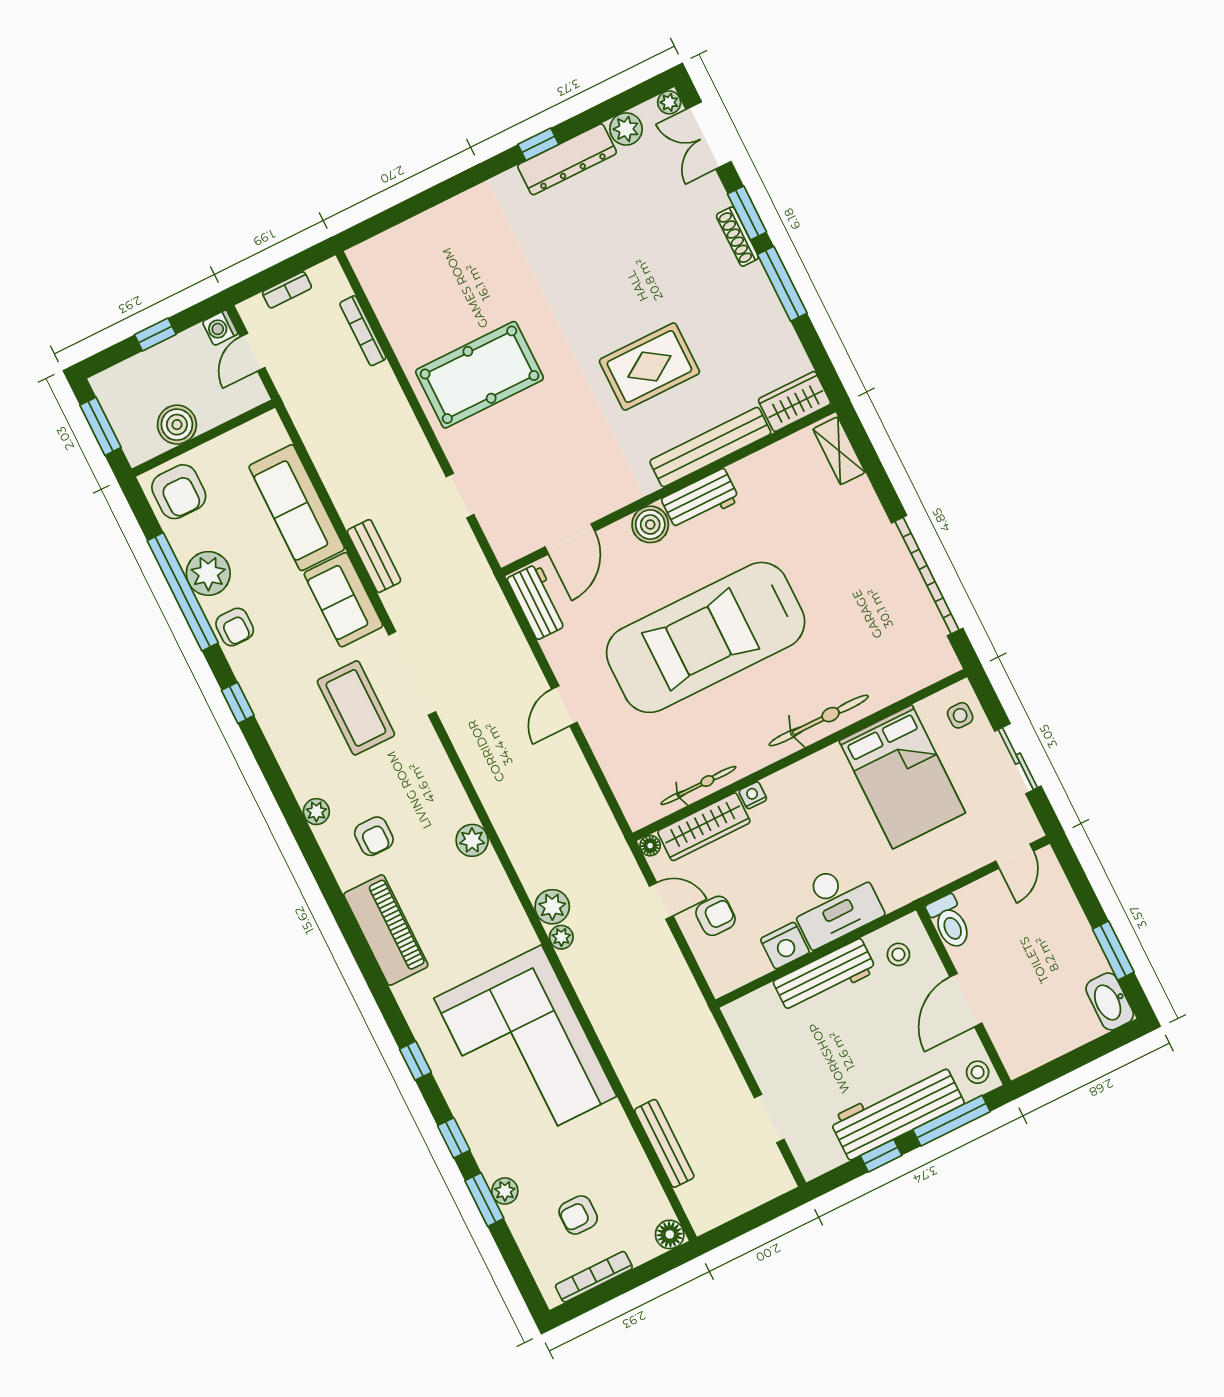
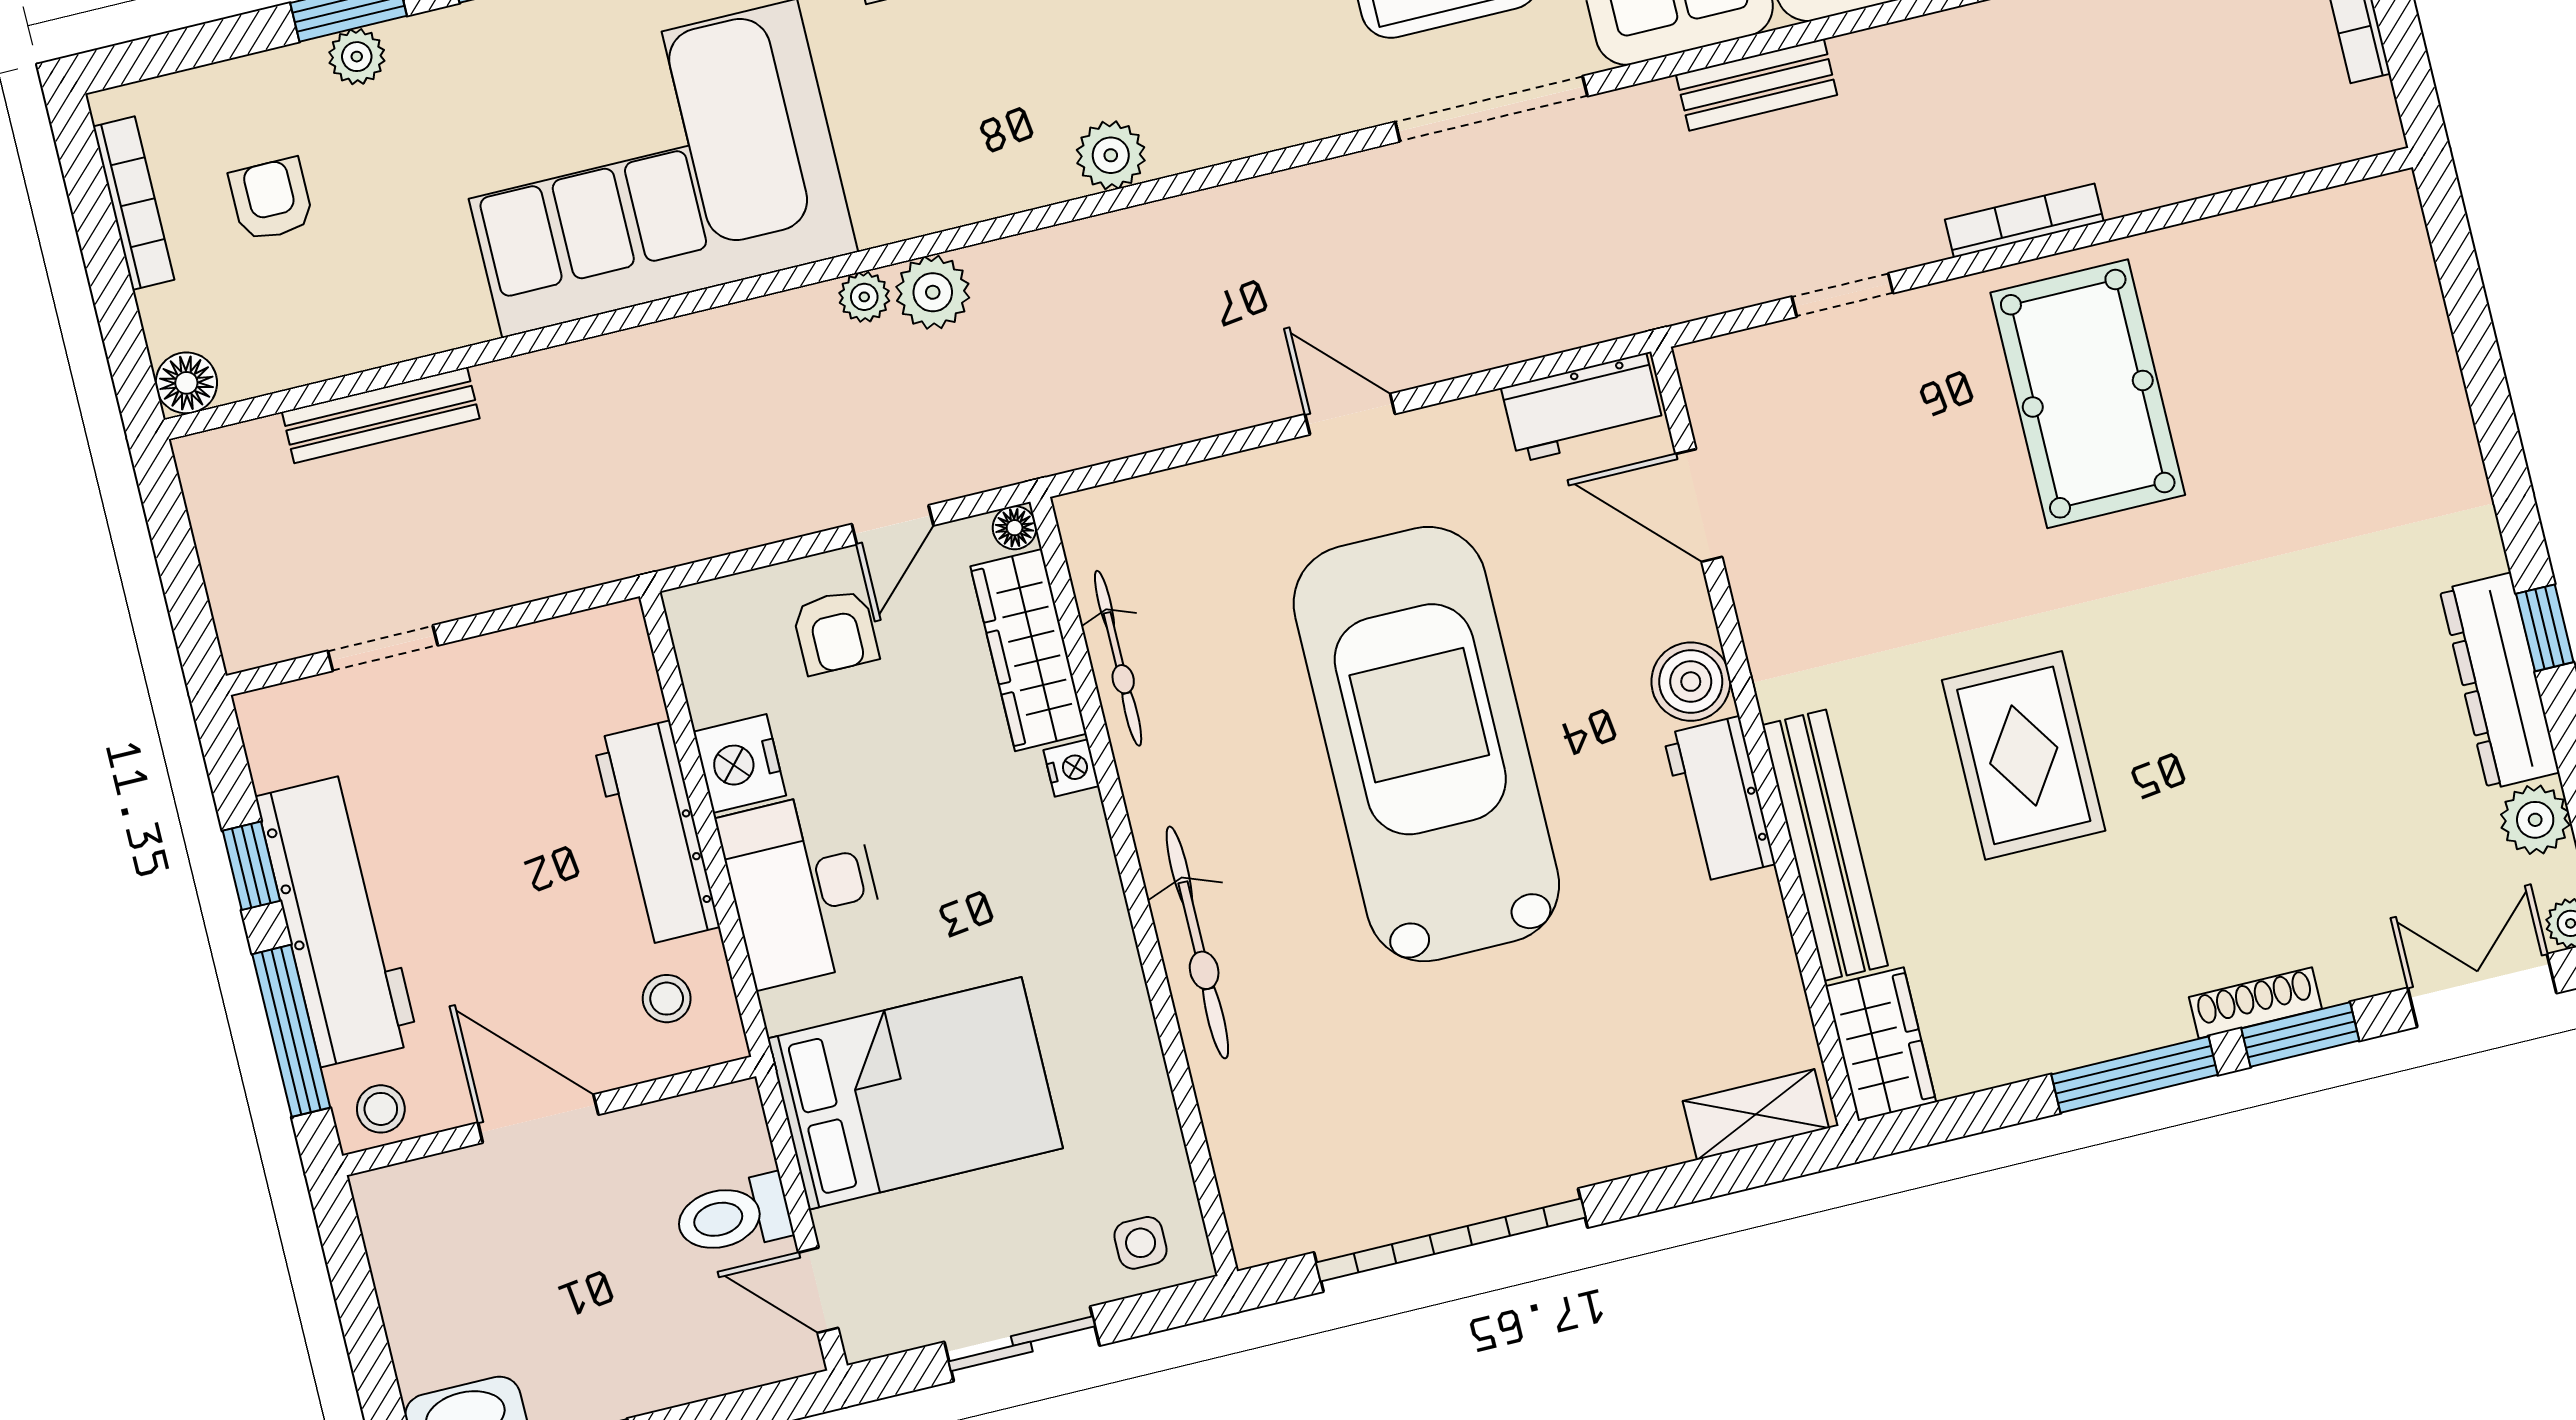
bookcase: (363, 331) -> (2024, 221), moved
bed: (902, 777) -> (915, 1093), moved, turned 180
toilet: (949, 922) -> (733, 1216), moved

